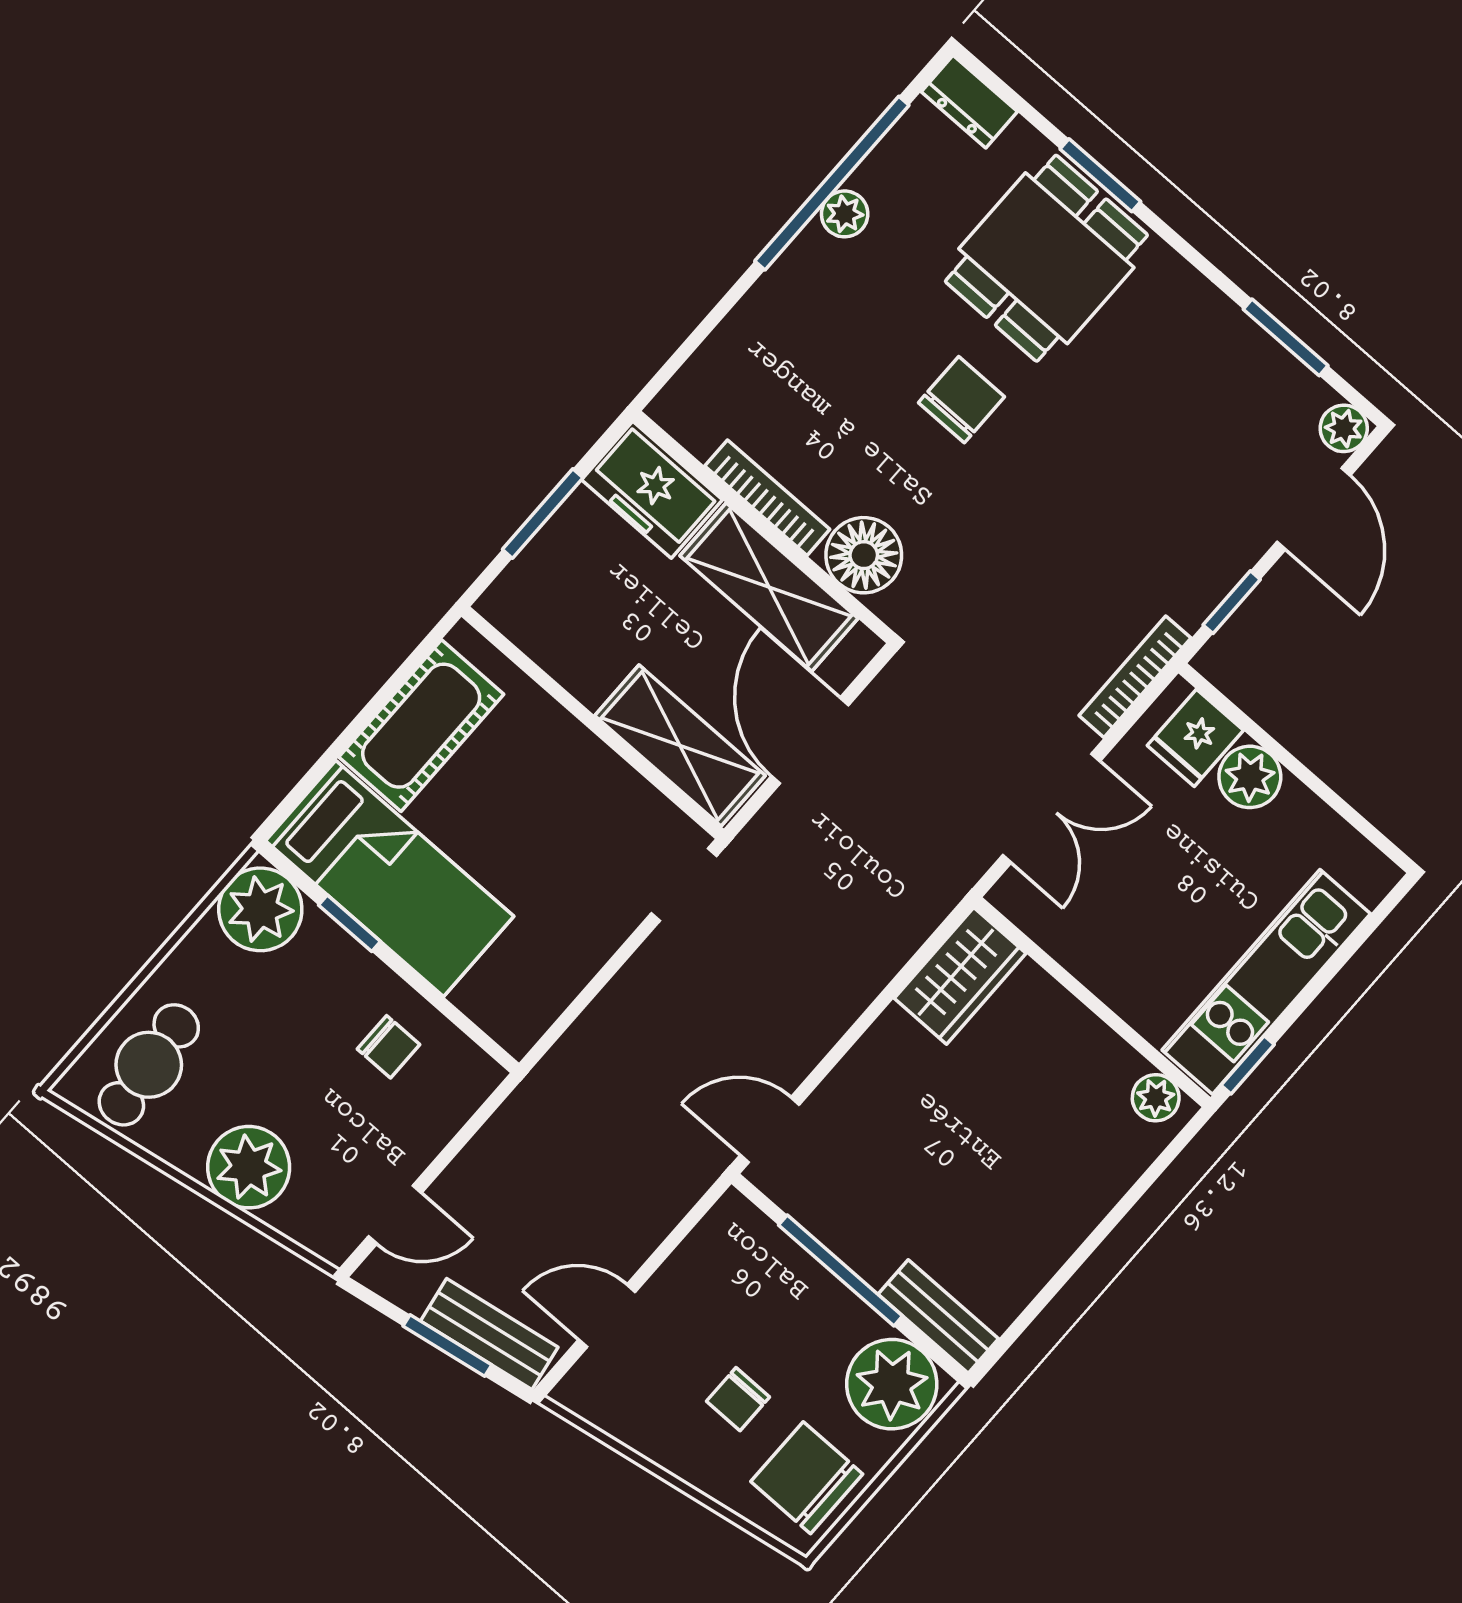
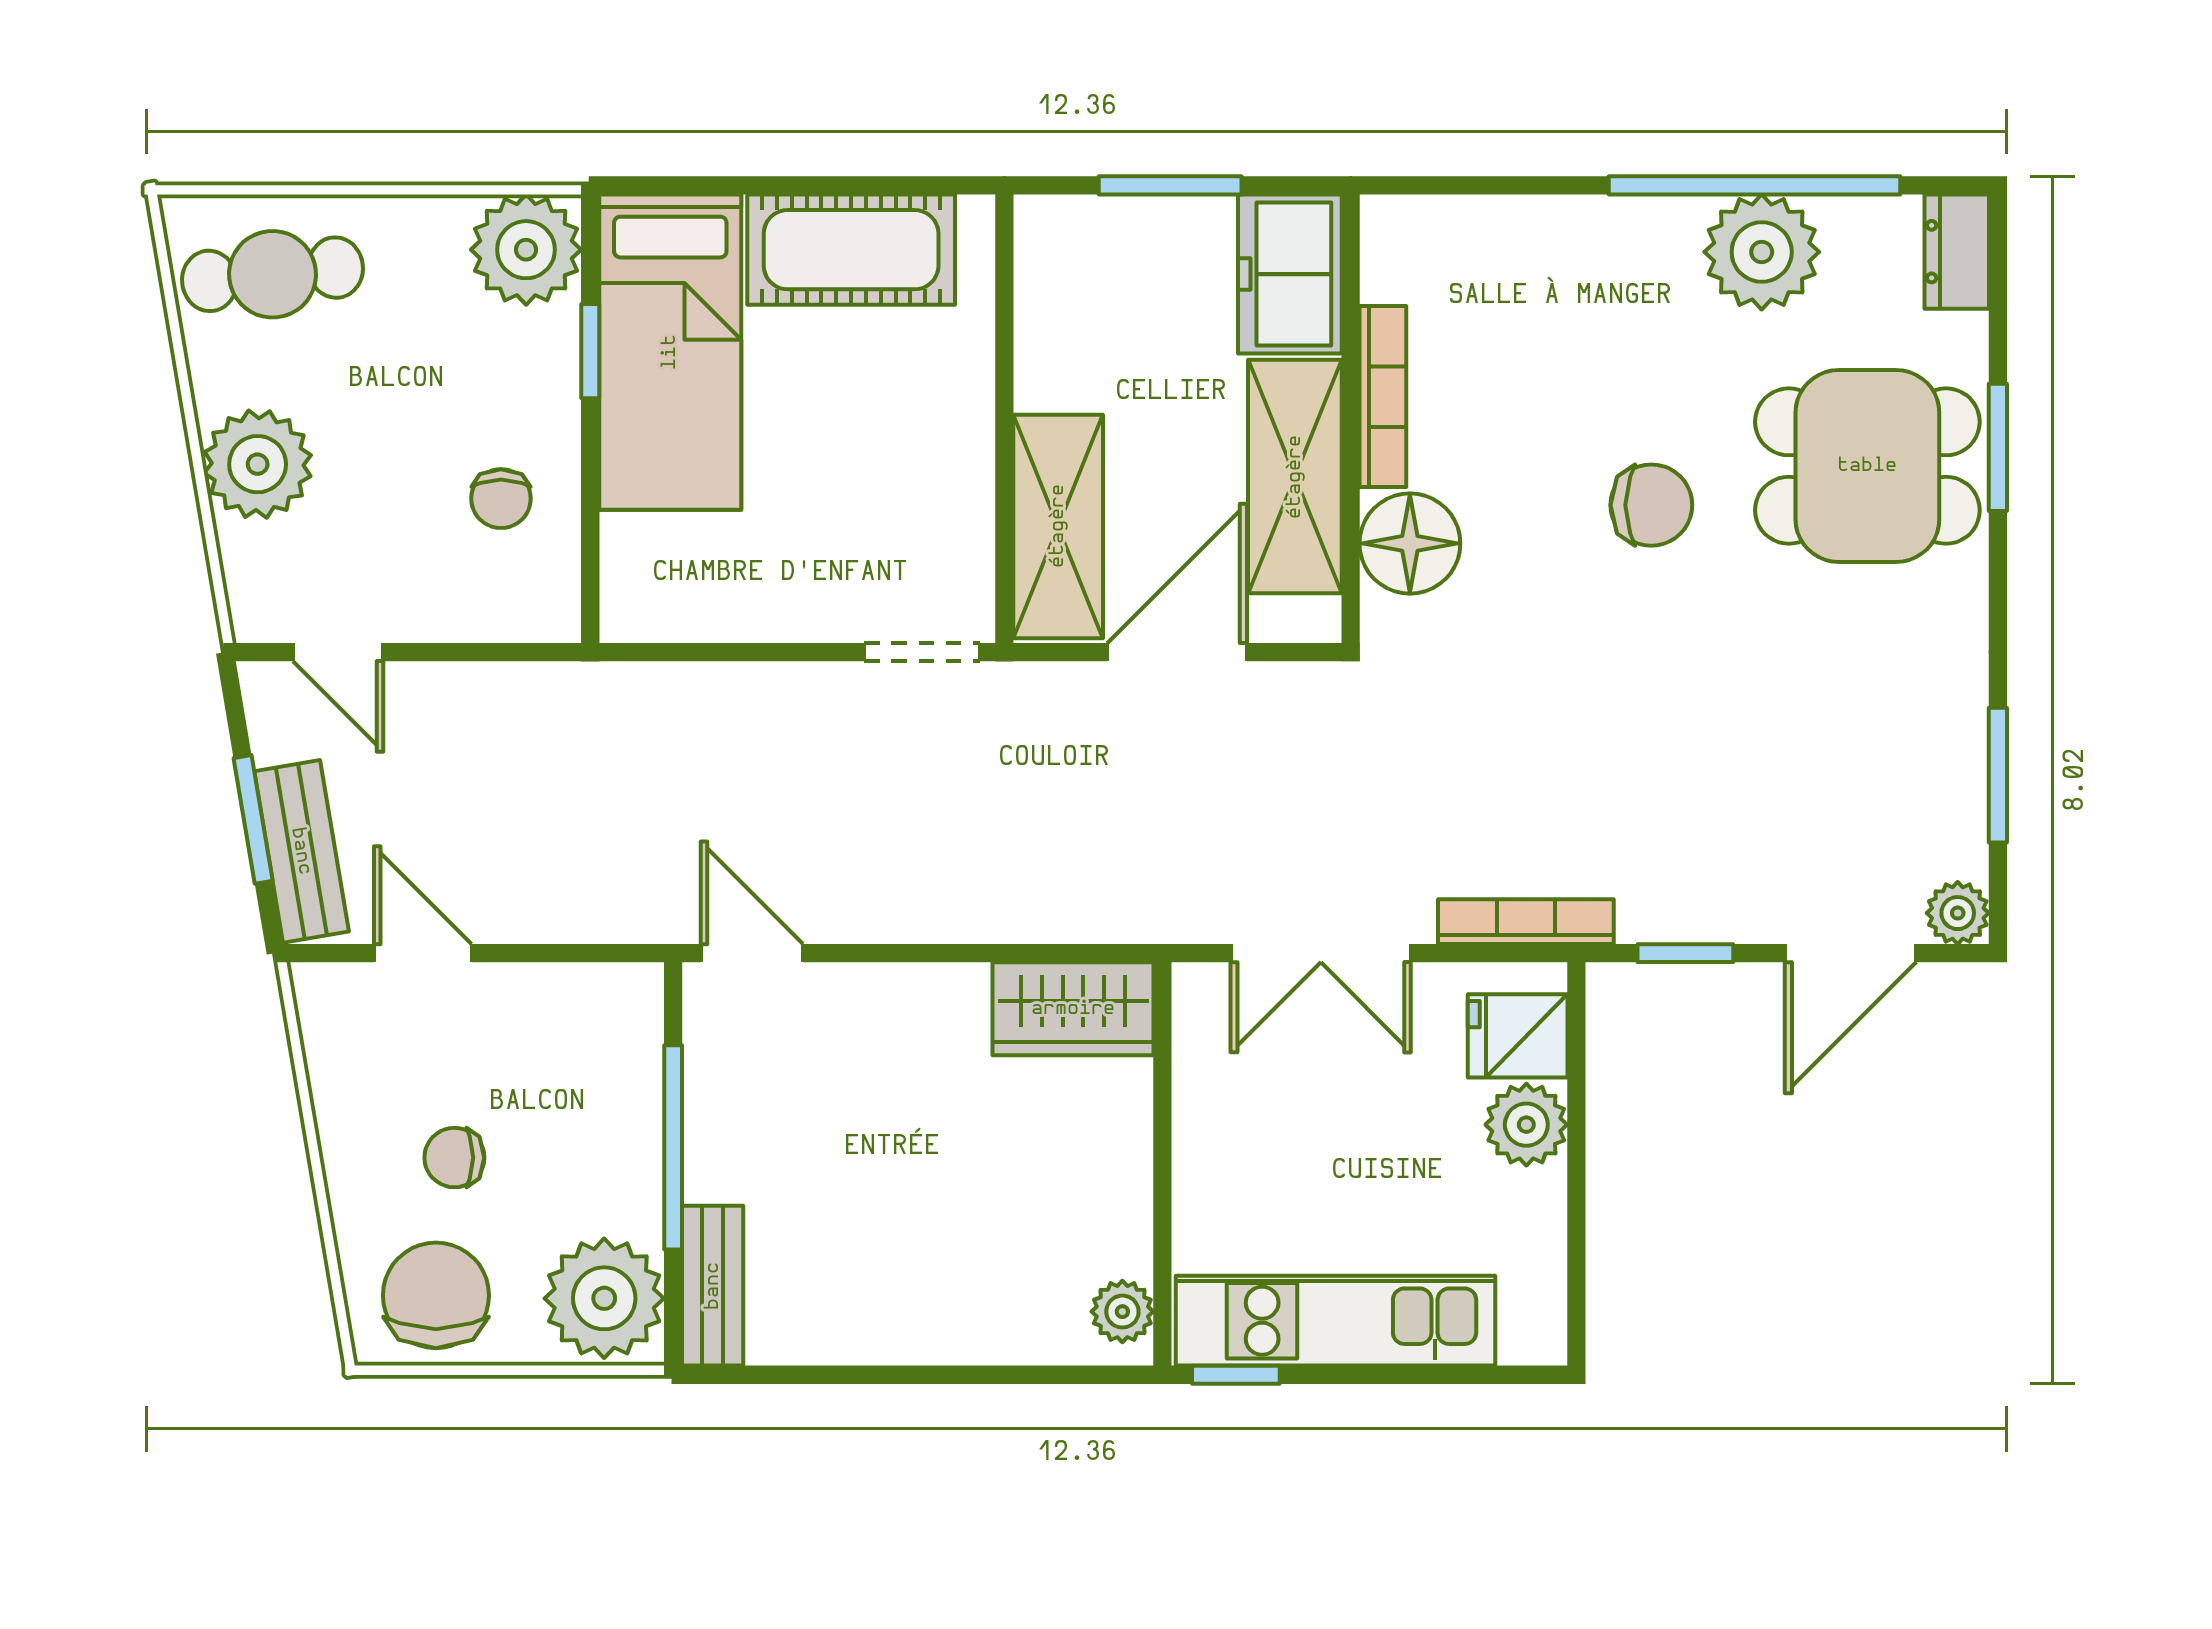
plant: (845, 214) -> (1762, 252), width x1.88, depth x1.88

